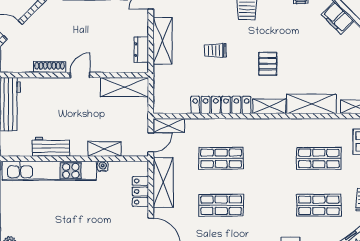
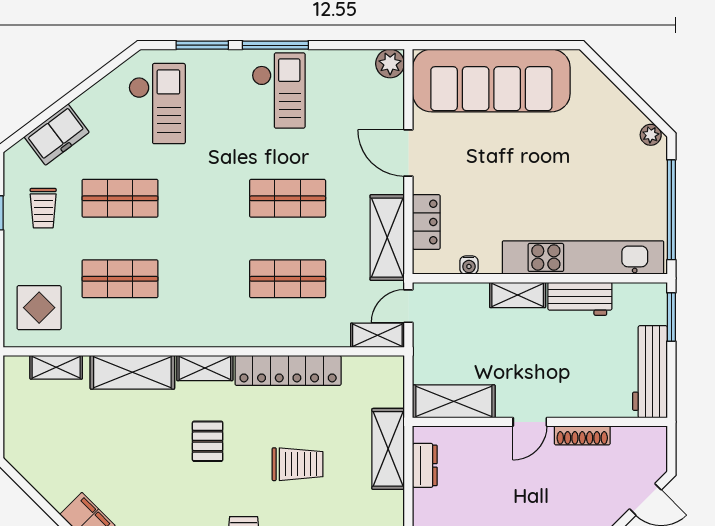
shelving: (163, 41) -> (388, 449), moved
trolley: (215, 50) -> (298, 464), width x1.36, depth x1.39
shelving: (105, 149) -> (518, 295), moved
water cooler: (103, 166) -> (469, 265), moved

